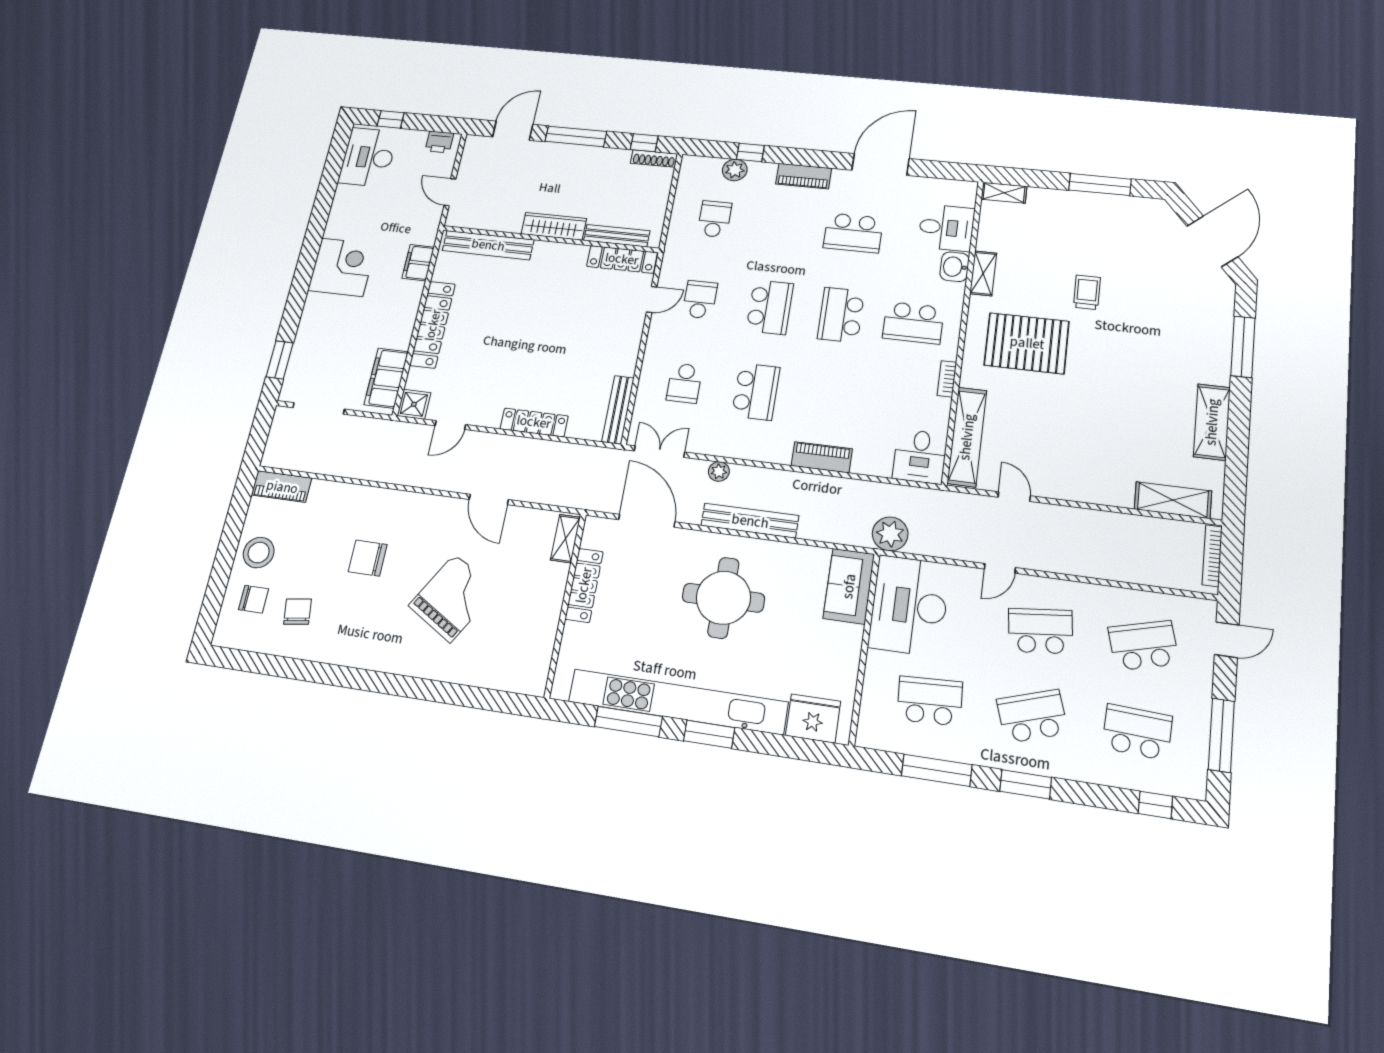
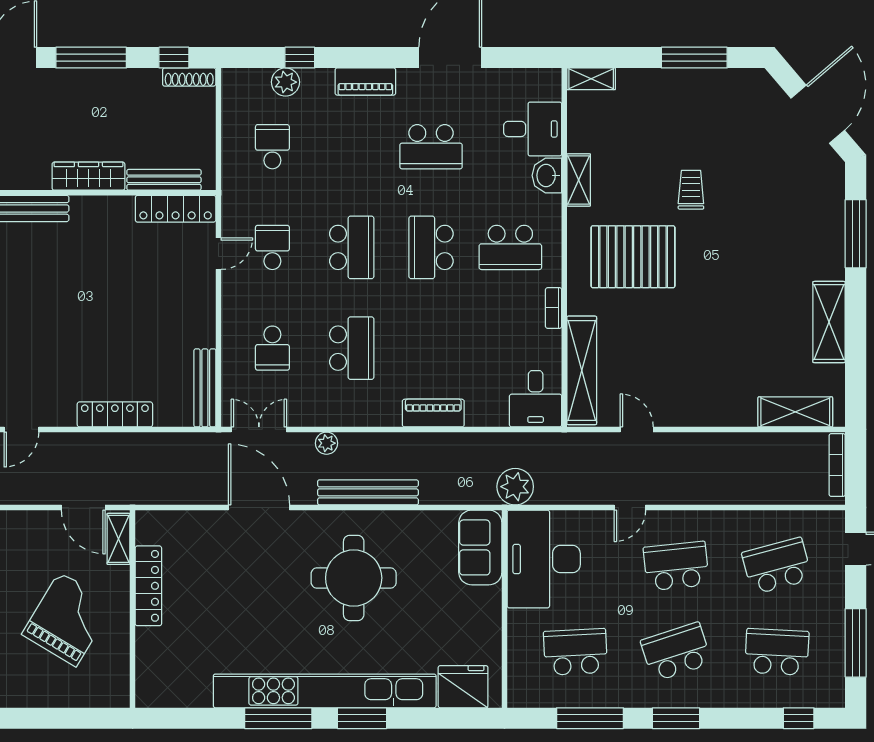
shelving: (565, 539) -> (118, 539), moved
locker: (584, 585) -> (148, 586), moved
wall: (565, 605) -> (133, 609), moved

